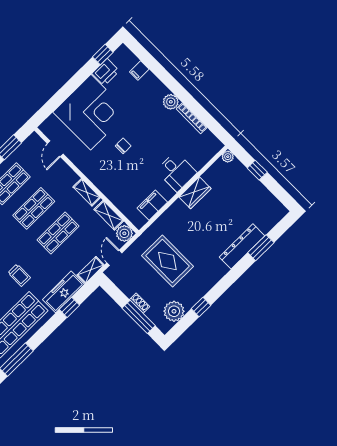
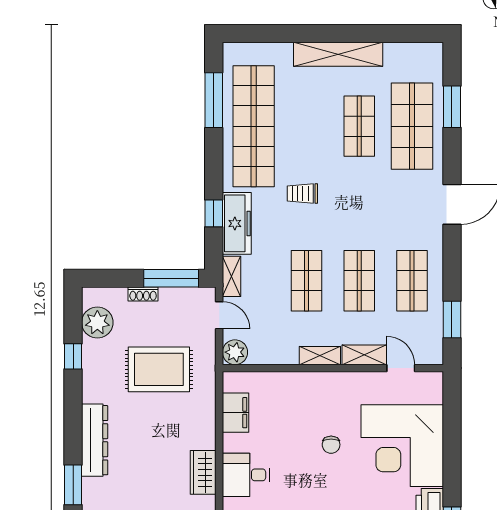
shelving: (109, 215) -> (364, 355), moved
dresser: (242, 246) -> (95, 440), moved
window: (139, 317) -> (171, 278), moved

